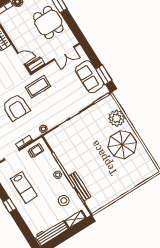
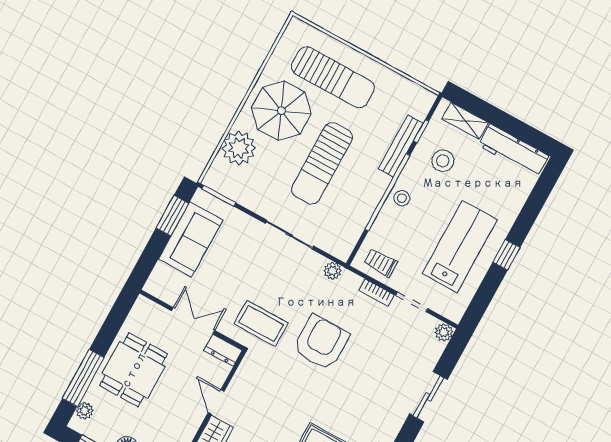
double door: (64, 53) -> (193, 321), moved
door: (21, 59) -> (216, 402), moved
sun lounger: (91, 149) -> (322, 163), added
sun lounger: (124, 174) -> (333, 77), added
lab bench: (24, 188) -> (460, 247), width x1.36, depth x1.39

